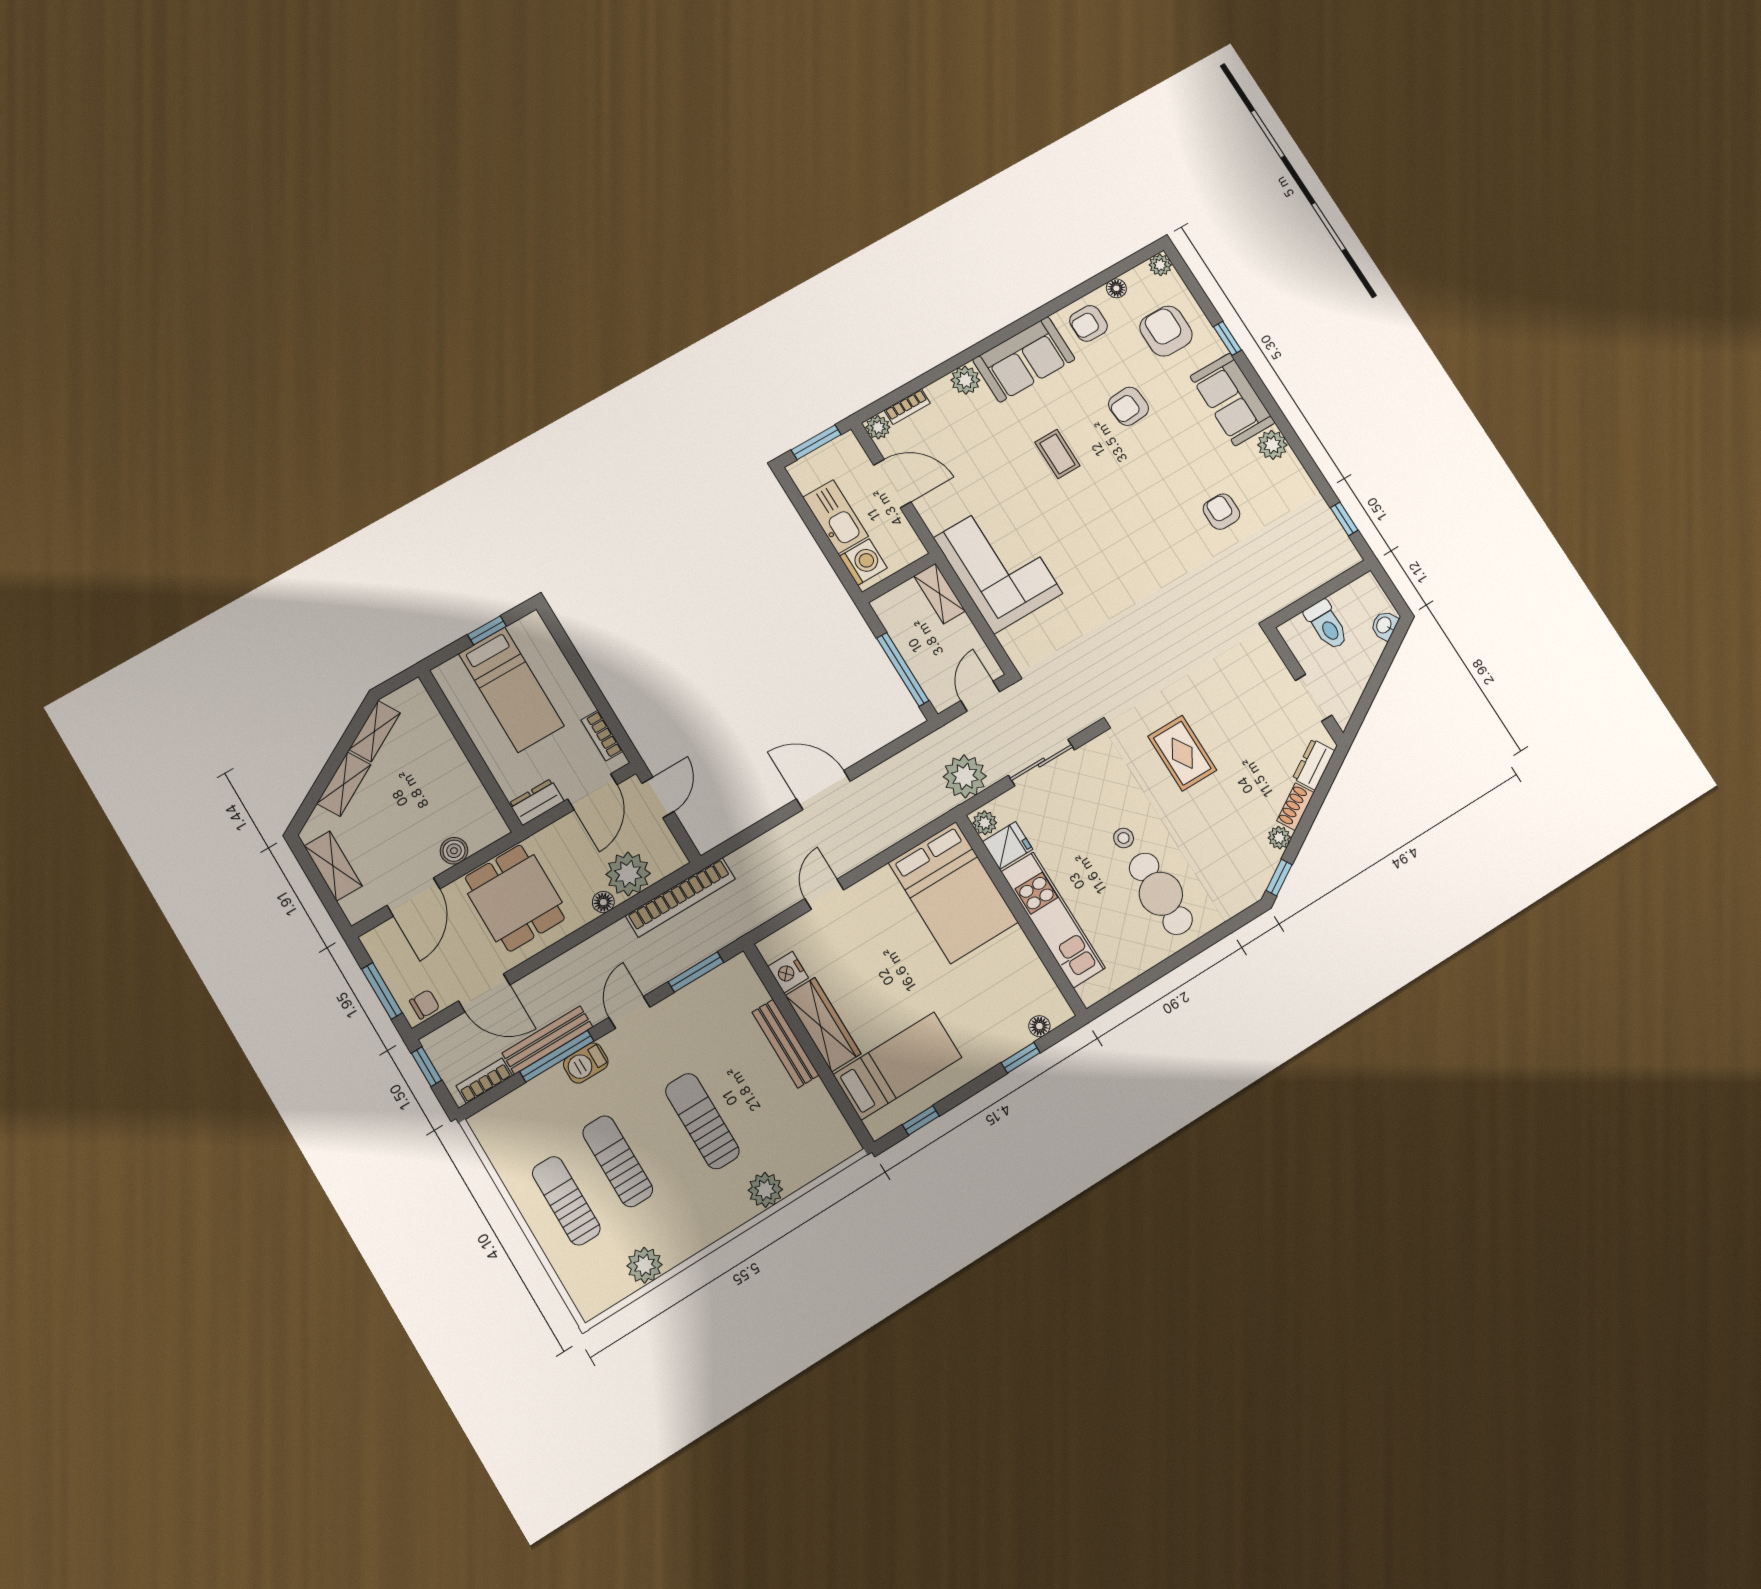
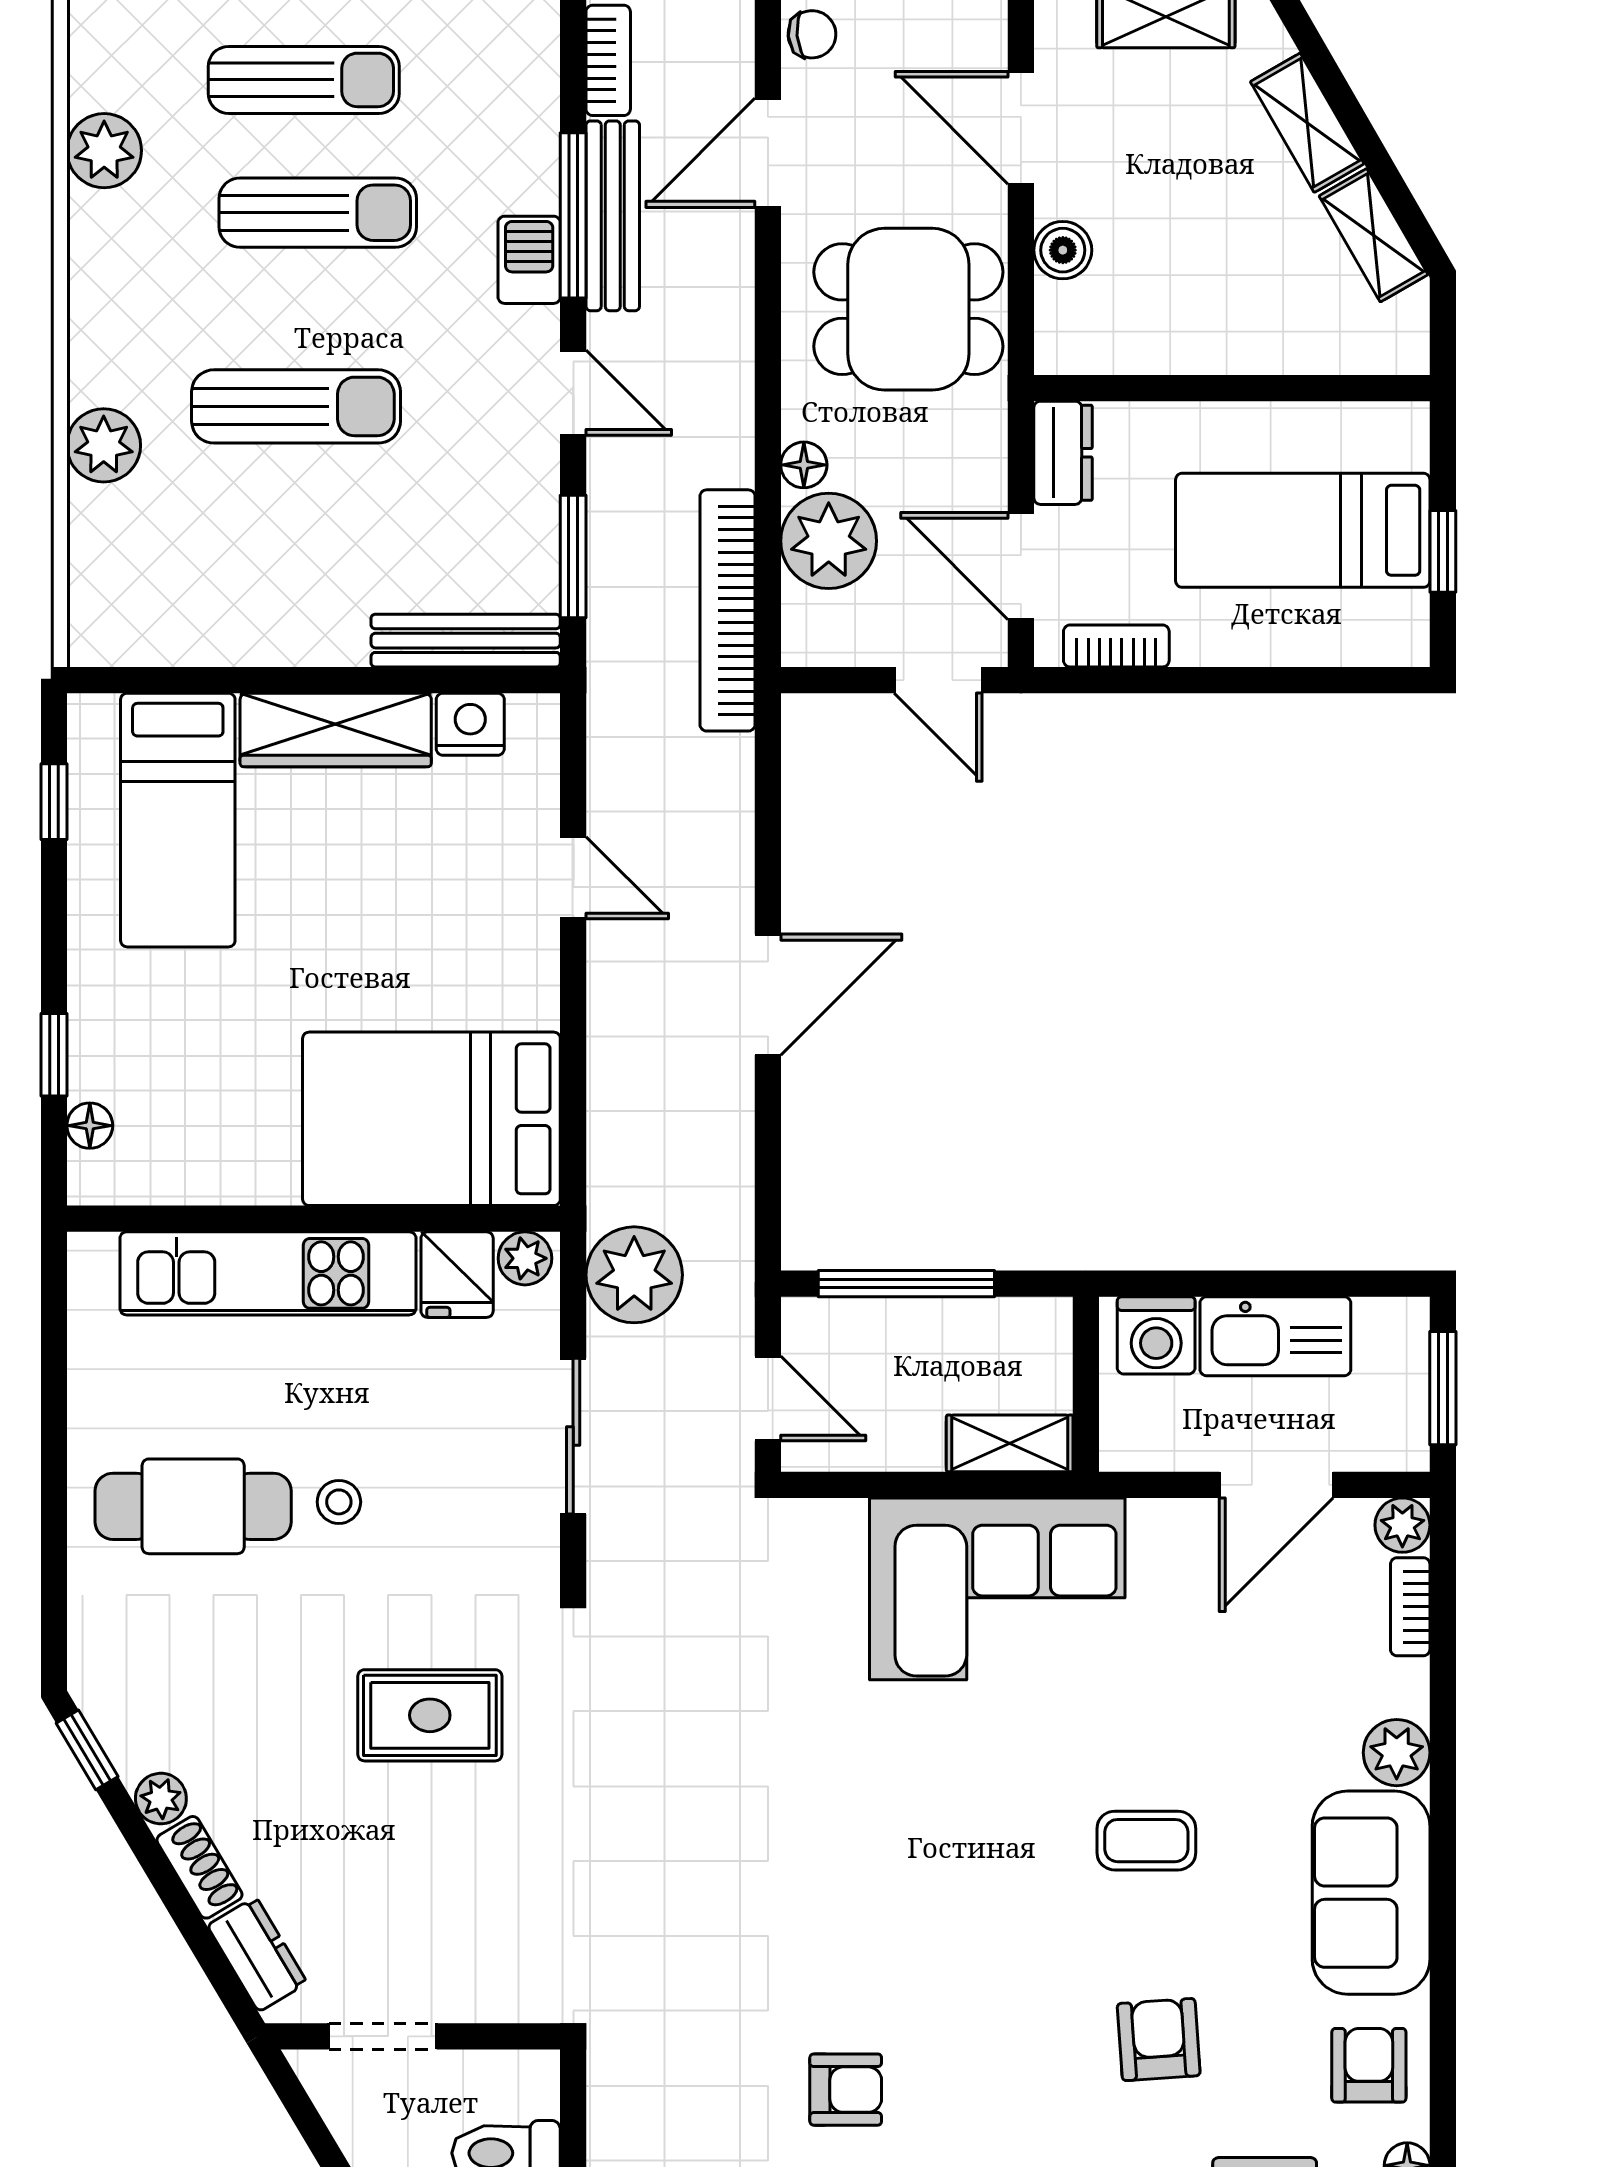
chair: (425, 1004) -> (812, 34), turned -95
bench: (785, 1044) -> (466, 641), moved

